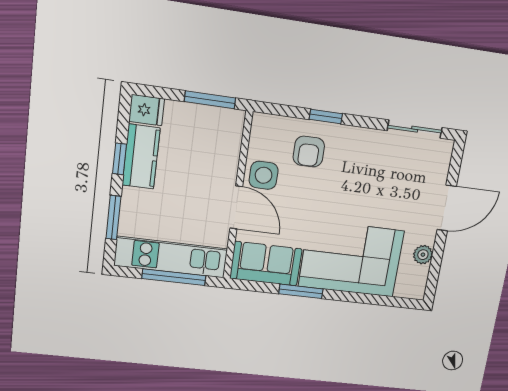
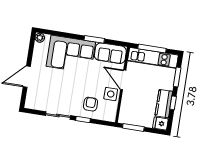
sliding door: (415, 129) -> (58, 115), moved
plant: (423, 255) -> (40, 38), moved

